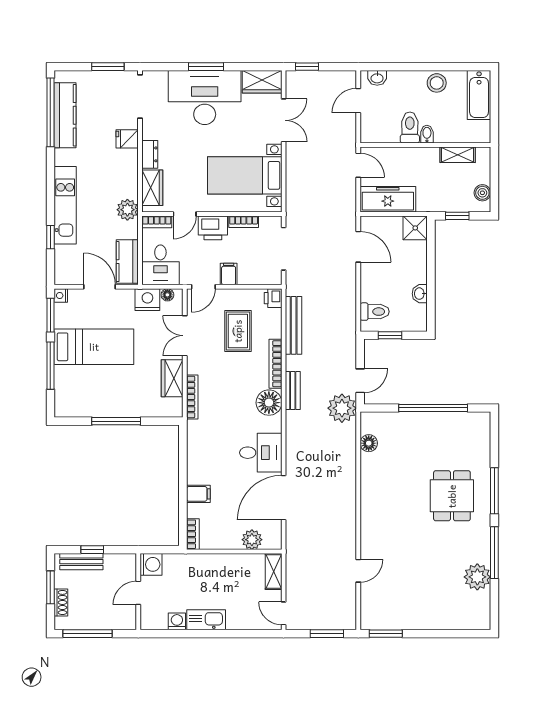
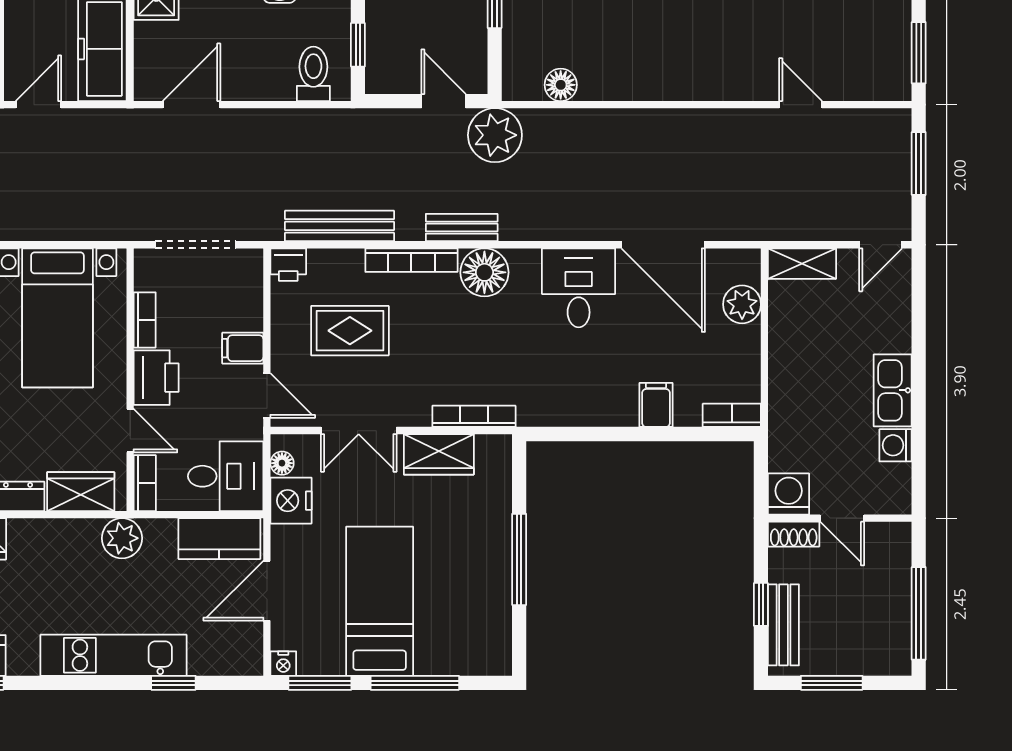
shoe rack: (61, 602) -> (794, 534), moved, turned 180

